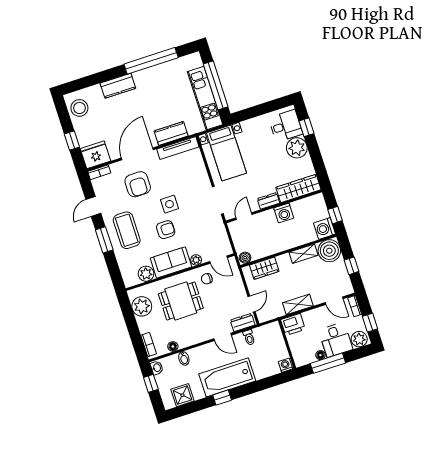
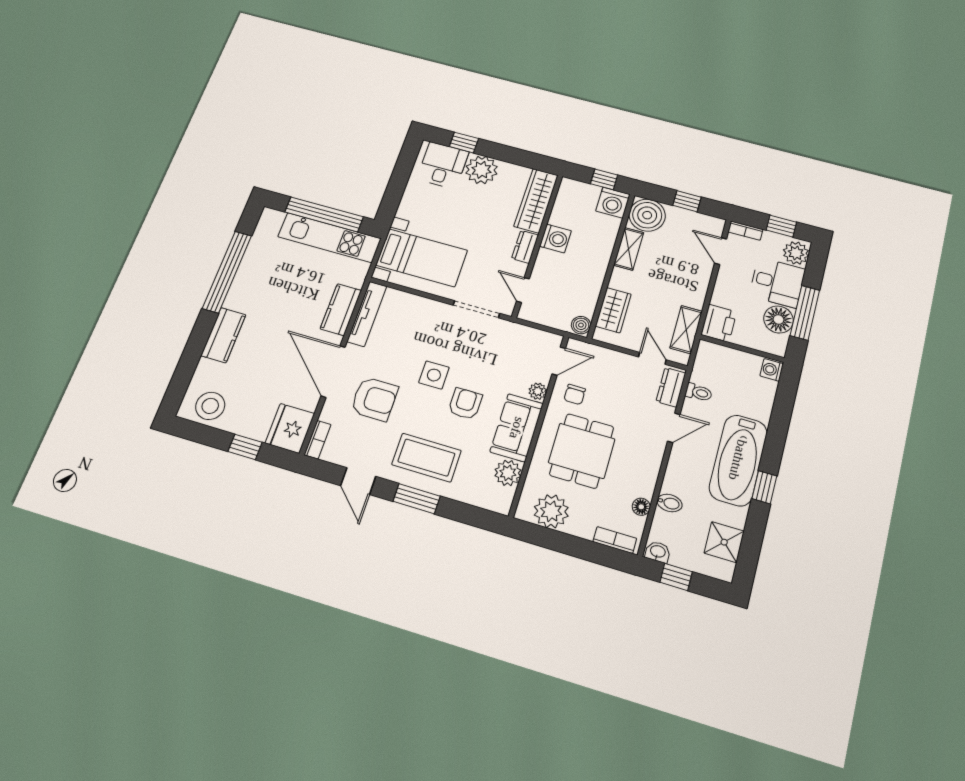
door: (334, 301) -> (721, 251), swing flipped
shelving: (298, 304) -> (686, 330), moved
floor lamp: (320, 355) -> (778, 319), width x1.89, depth x1.89

